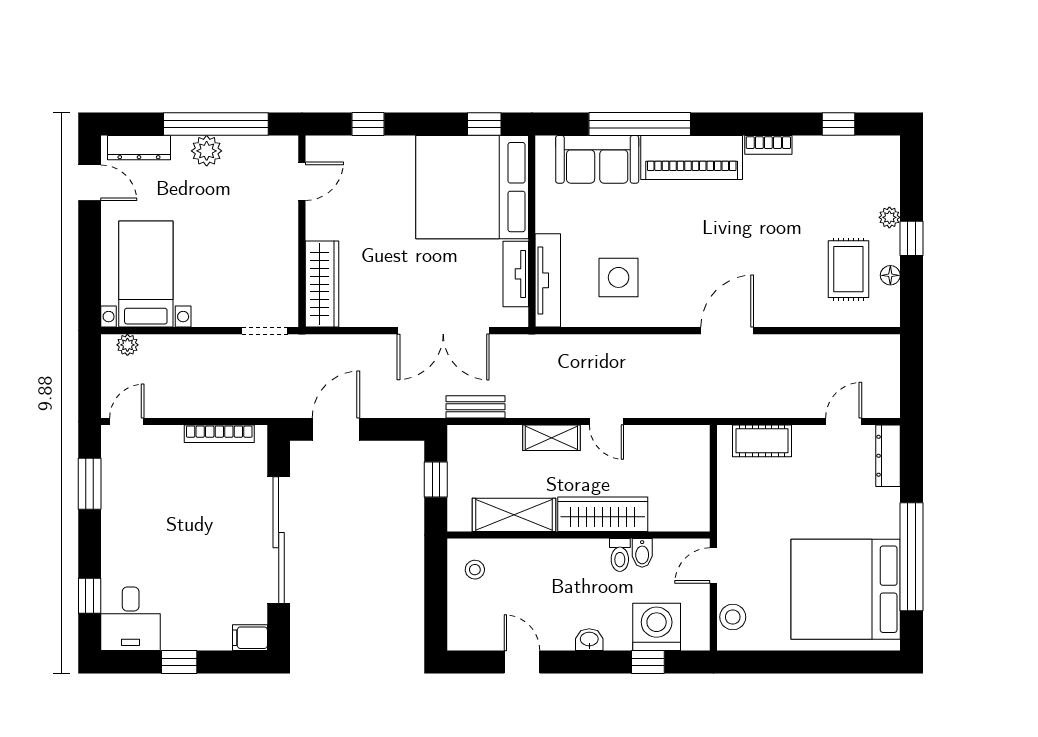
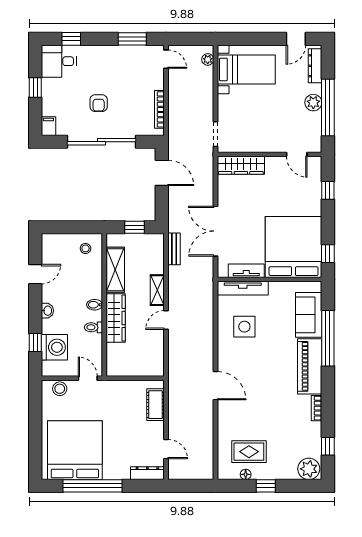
plant: (889, 217) -> (309, 469), moved, width x1.88, depth x1.88
armchair: (208, 546) -> (99, 103), added
bidet: (642, 553) -> (95, 305), moved

